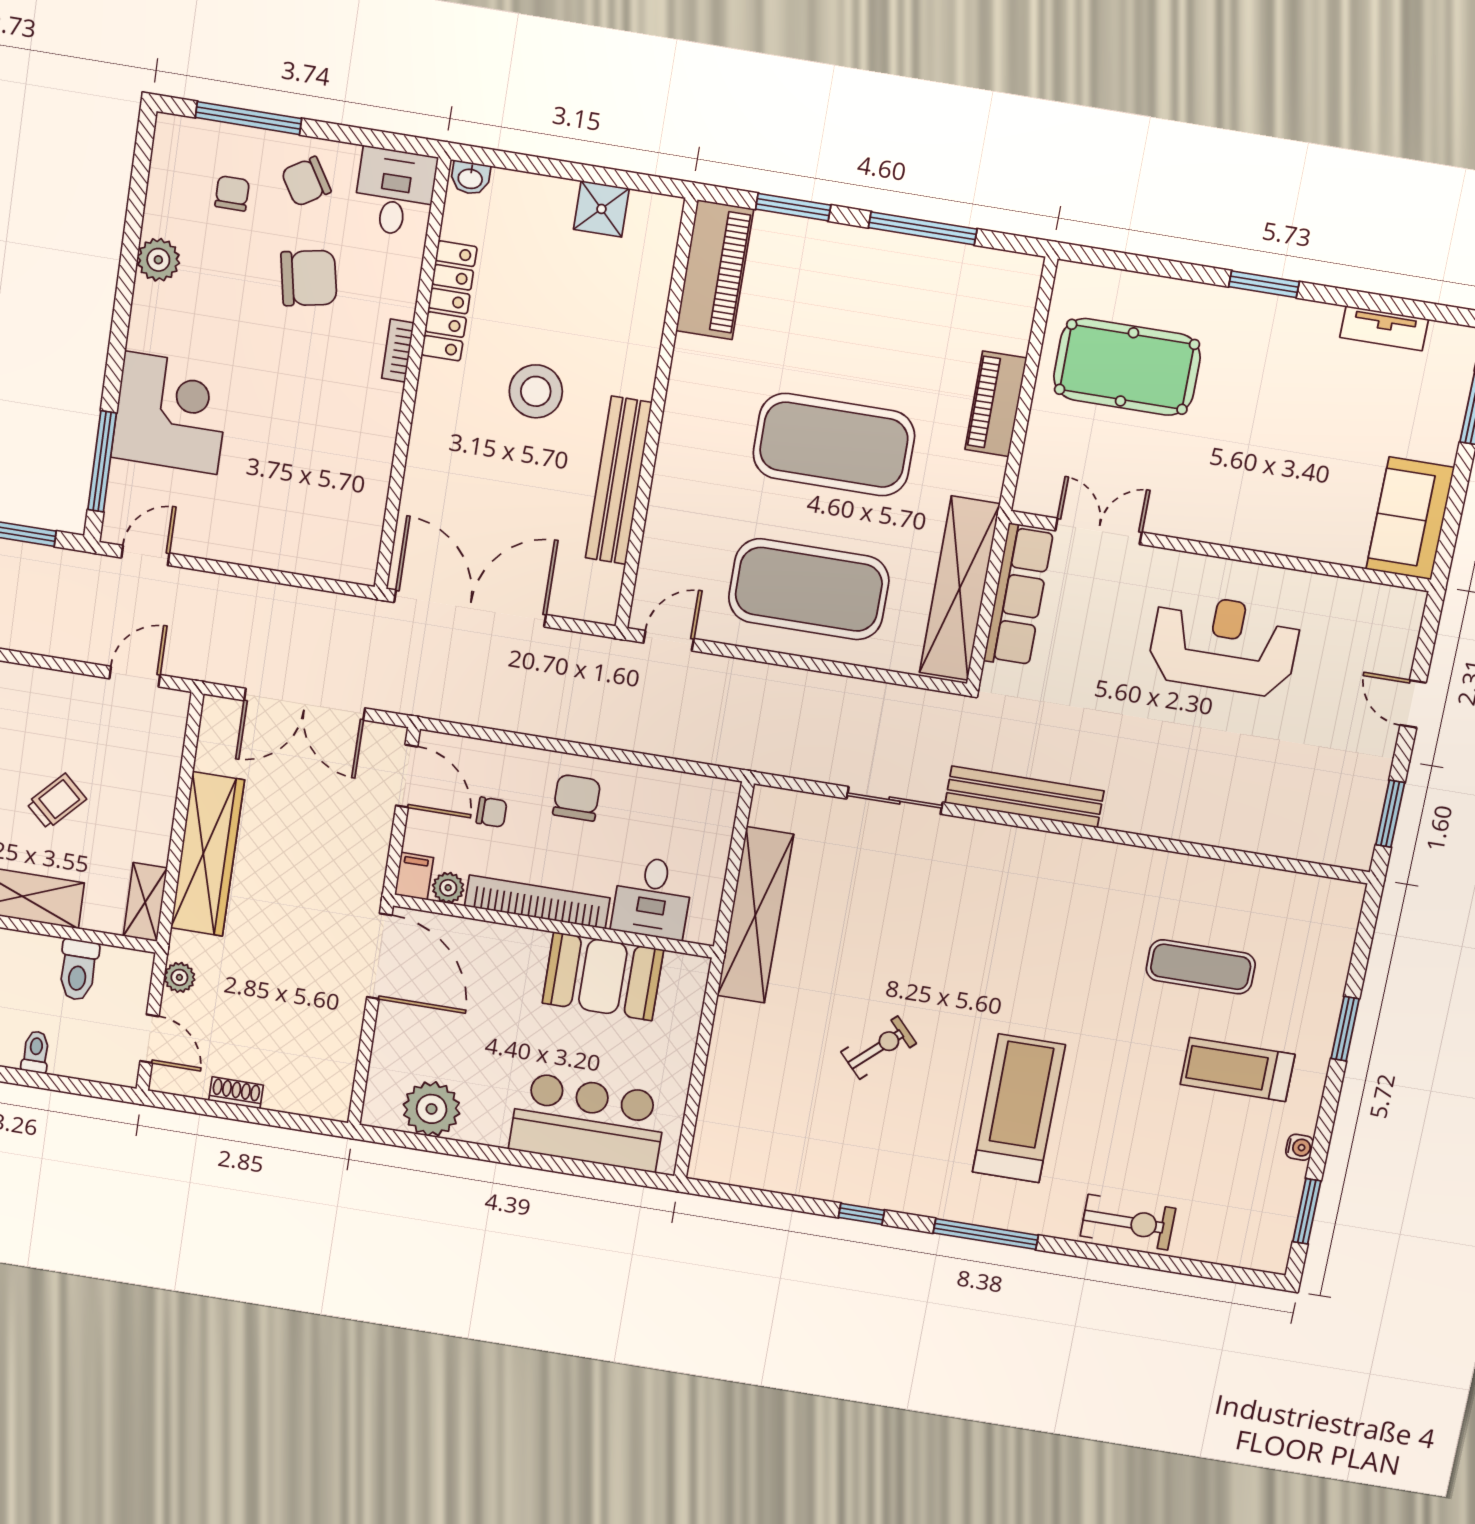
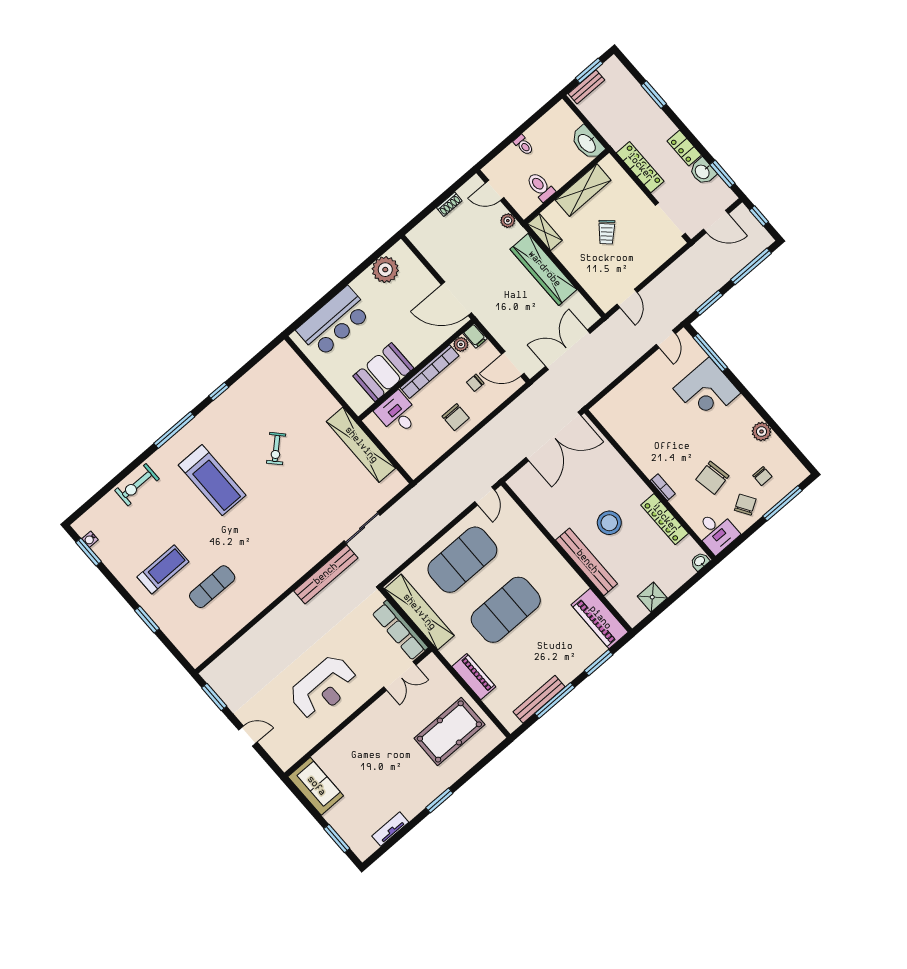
bench: (943, 258) -> (539, 699), added
bench: (619, 480) -> (587, 562), moved
water cooler: (1300, 1147) -> (90, 539), moved

